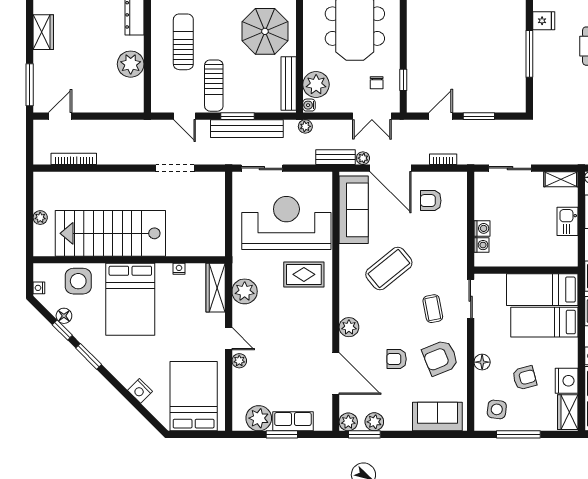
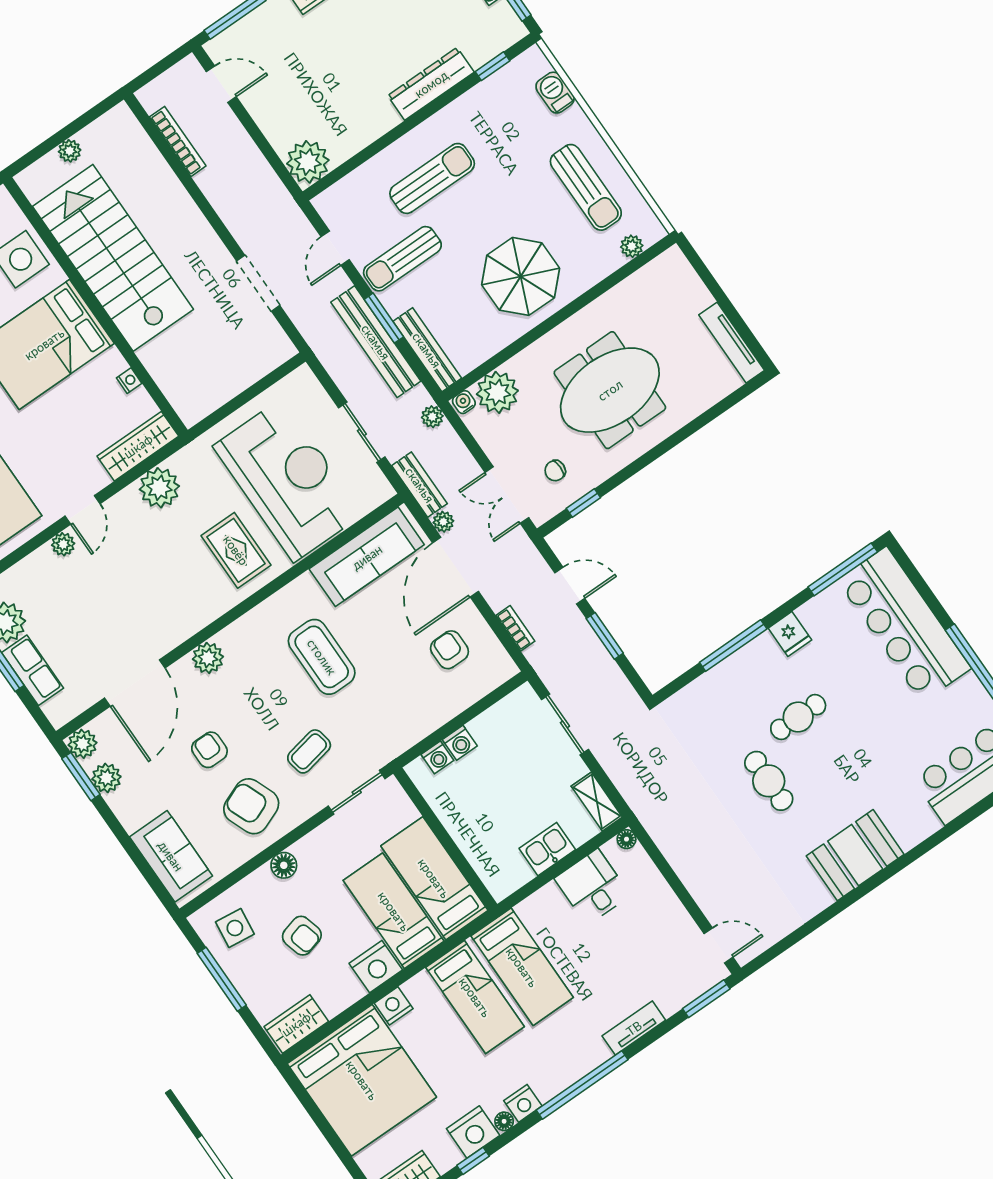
plant: (131, 64) -> (308, 162), moved
bench: (289, 83) -> (427, 350), moved, turned 90
sliding door: (262, 168) -> (362, 432), moved
coffee table: (389, 269) -> (322, 657), turned 39
nightstand: (567, 381) -> (376, 967), moved

